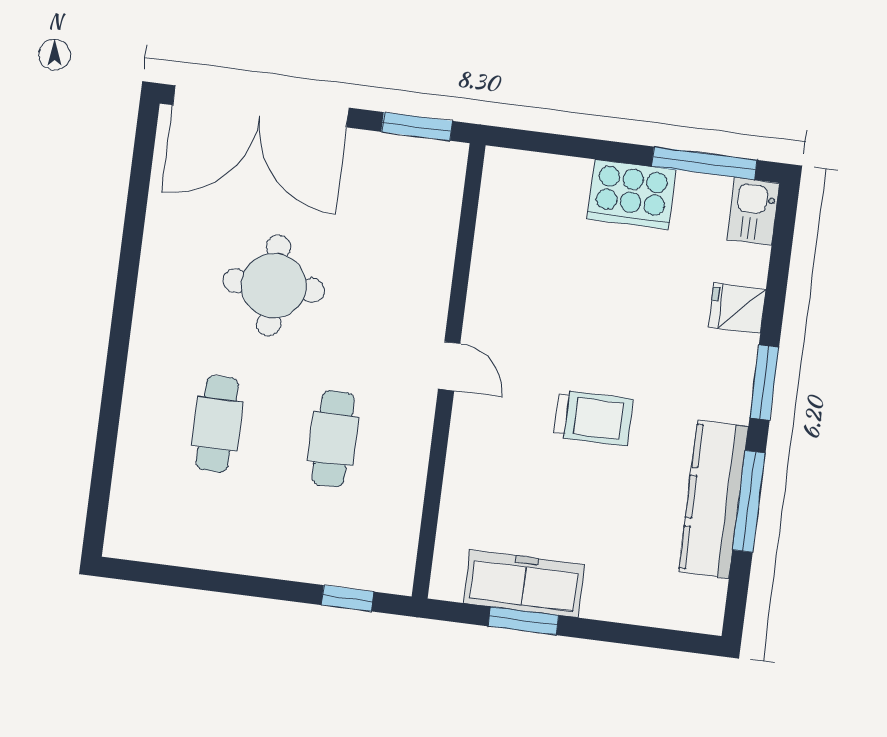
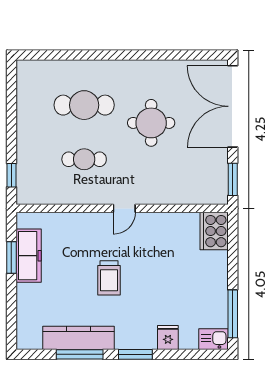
cooker: (631, 194) -> (214, 231), moved
cafe table: (217, 424) -> (84, 105), width x1.37, depth x1.35

